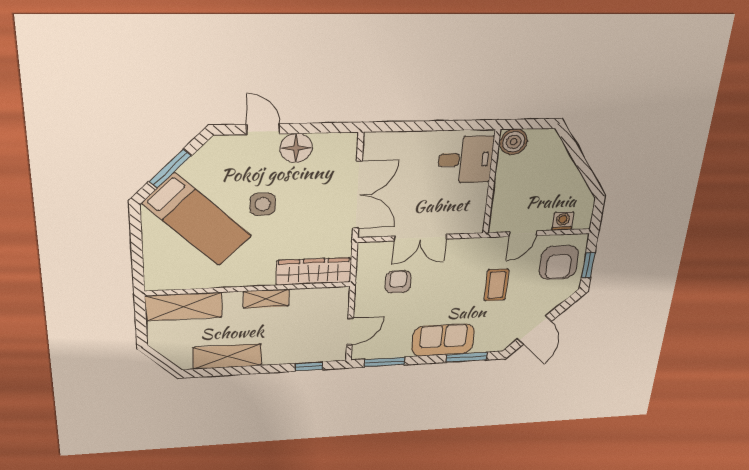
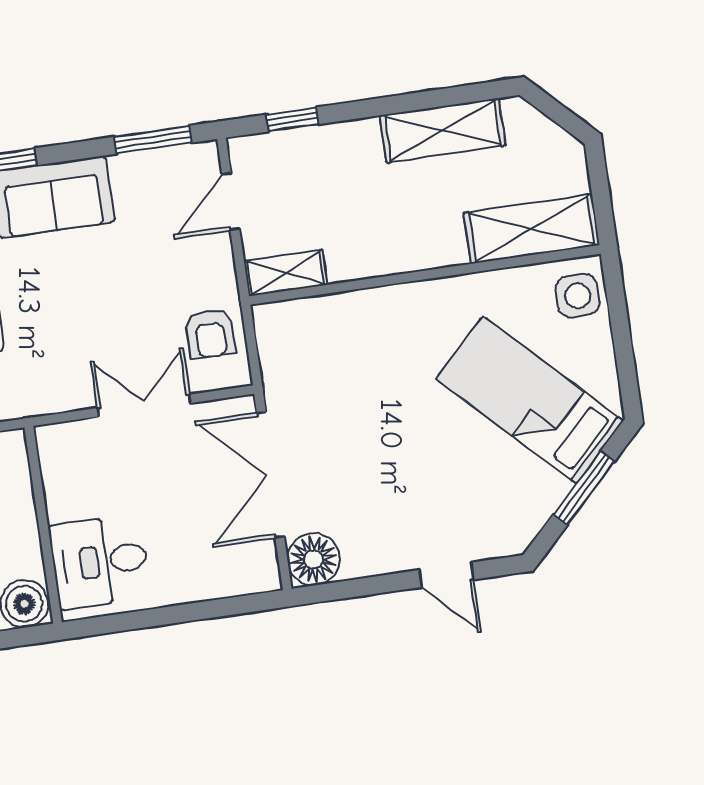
floor lamp: (296, 148) -> (314, 559), moved
side table: (263, 204) -> (578, 296), moved
wardrobe: (314, 271) -> (319, 320), removed
armchair: (398, 282) -> (210, 334), moved
shelving: (266, 299) -> (286, 273), moved

